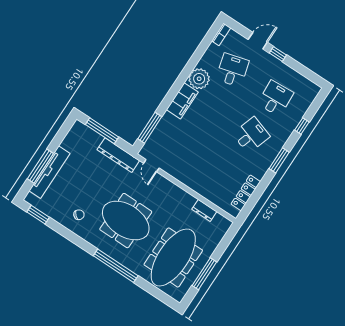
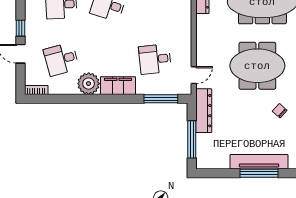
desk: (184, 144) -> (155, 59), added
meeting table: (126, 221) -> (257, 66), turned 90

